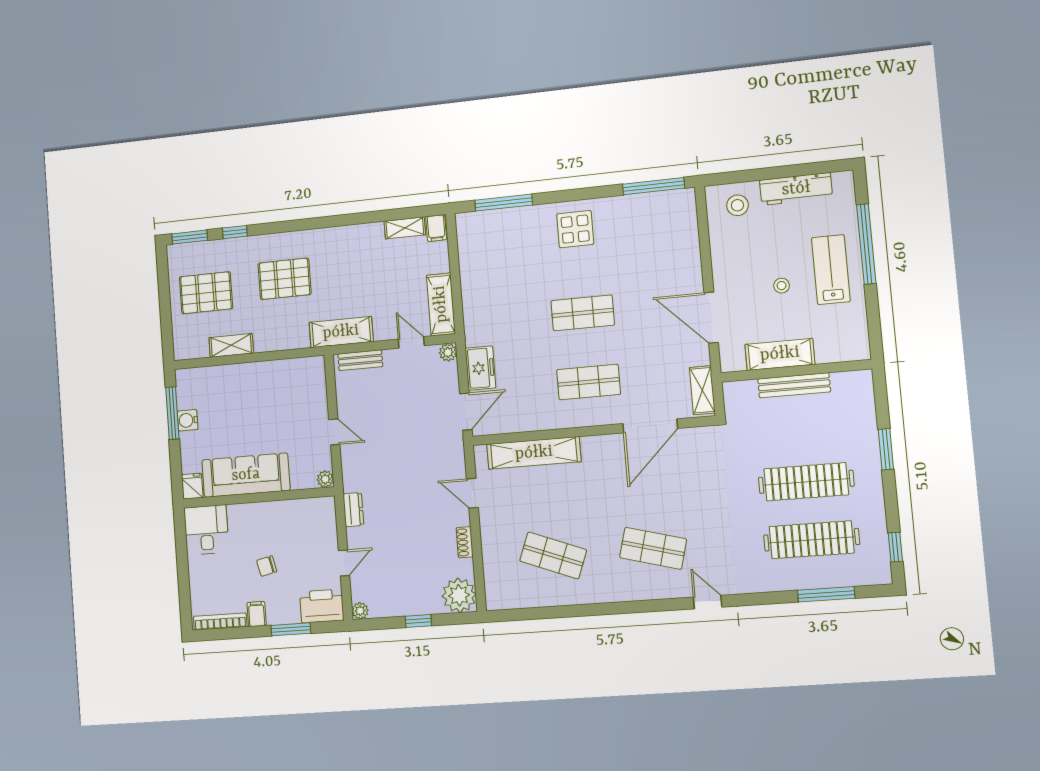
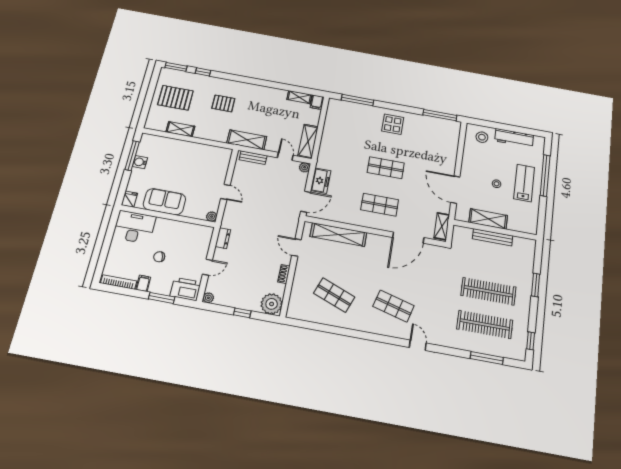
pallet: (285, 279) -> (223, 103), width x0.67, depth x0.71
sofa: (246, 475) -> (164, 202), width x0.73
desk: (206, 530) -> (134, 227), width x1.37

